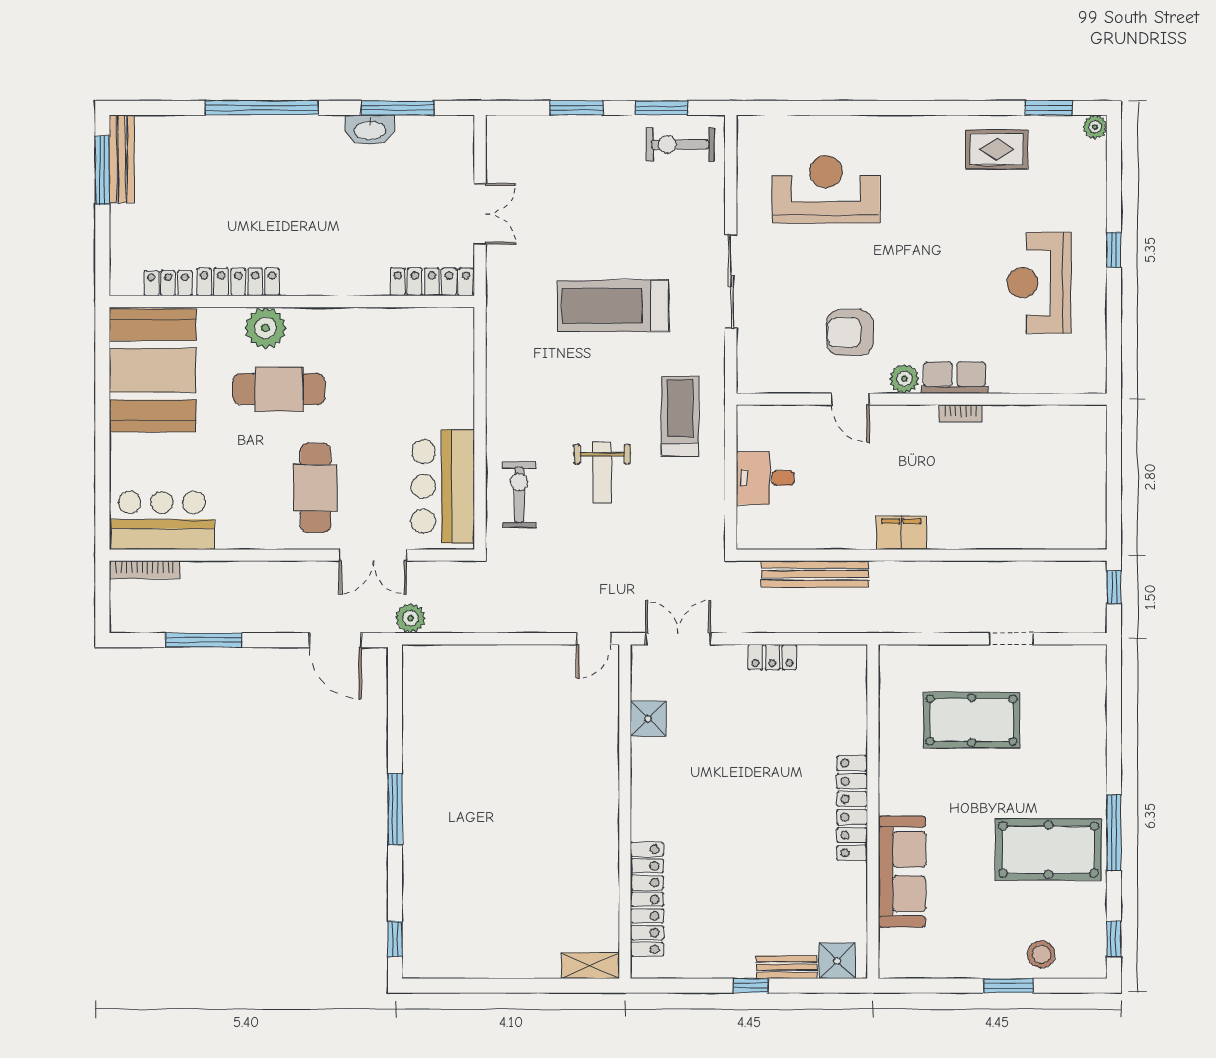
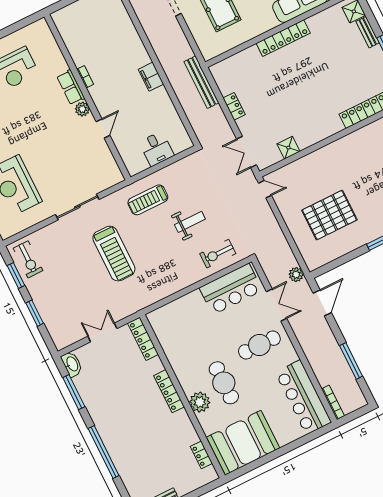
washbasin: (370, 130) -> (72, 364), moved
locker: (238, 282) -> (169, 391), moved
armchair: (850, 333) -> (74, 143), removed
bar counter: (162, 520) -> (303, 397), width x1.36
bench: (815, 574) -> (202, 82), moved
pallet: (489, 733) -> (329, 215), added

